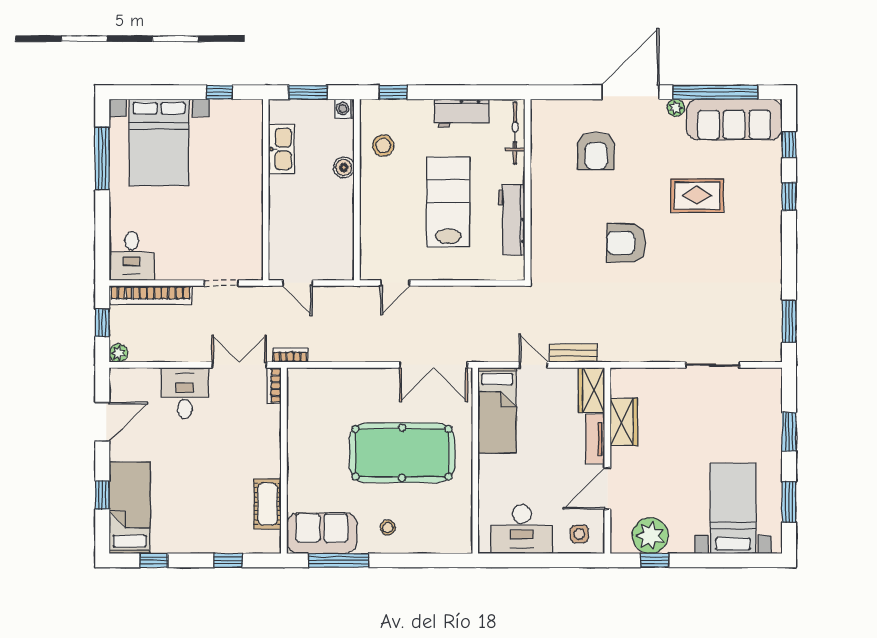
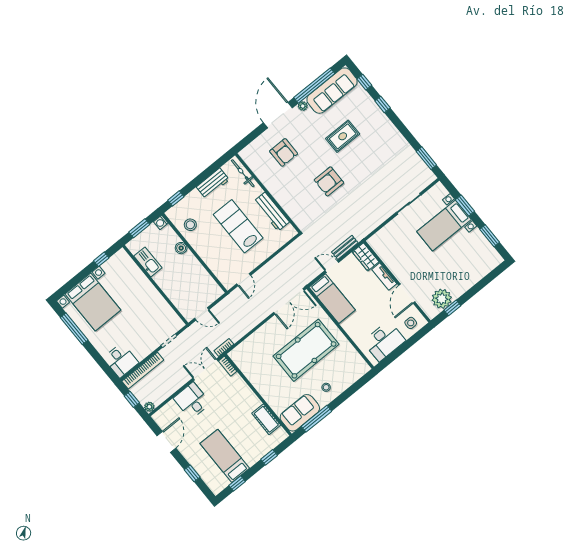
wardrobe: (624, 422) -> (391, 259), removed
bed: (130, 508) -> (225, 456), moved
bed with nightstands: (733, 508) -> (444, 225), moved, turned -90

